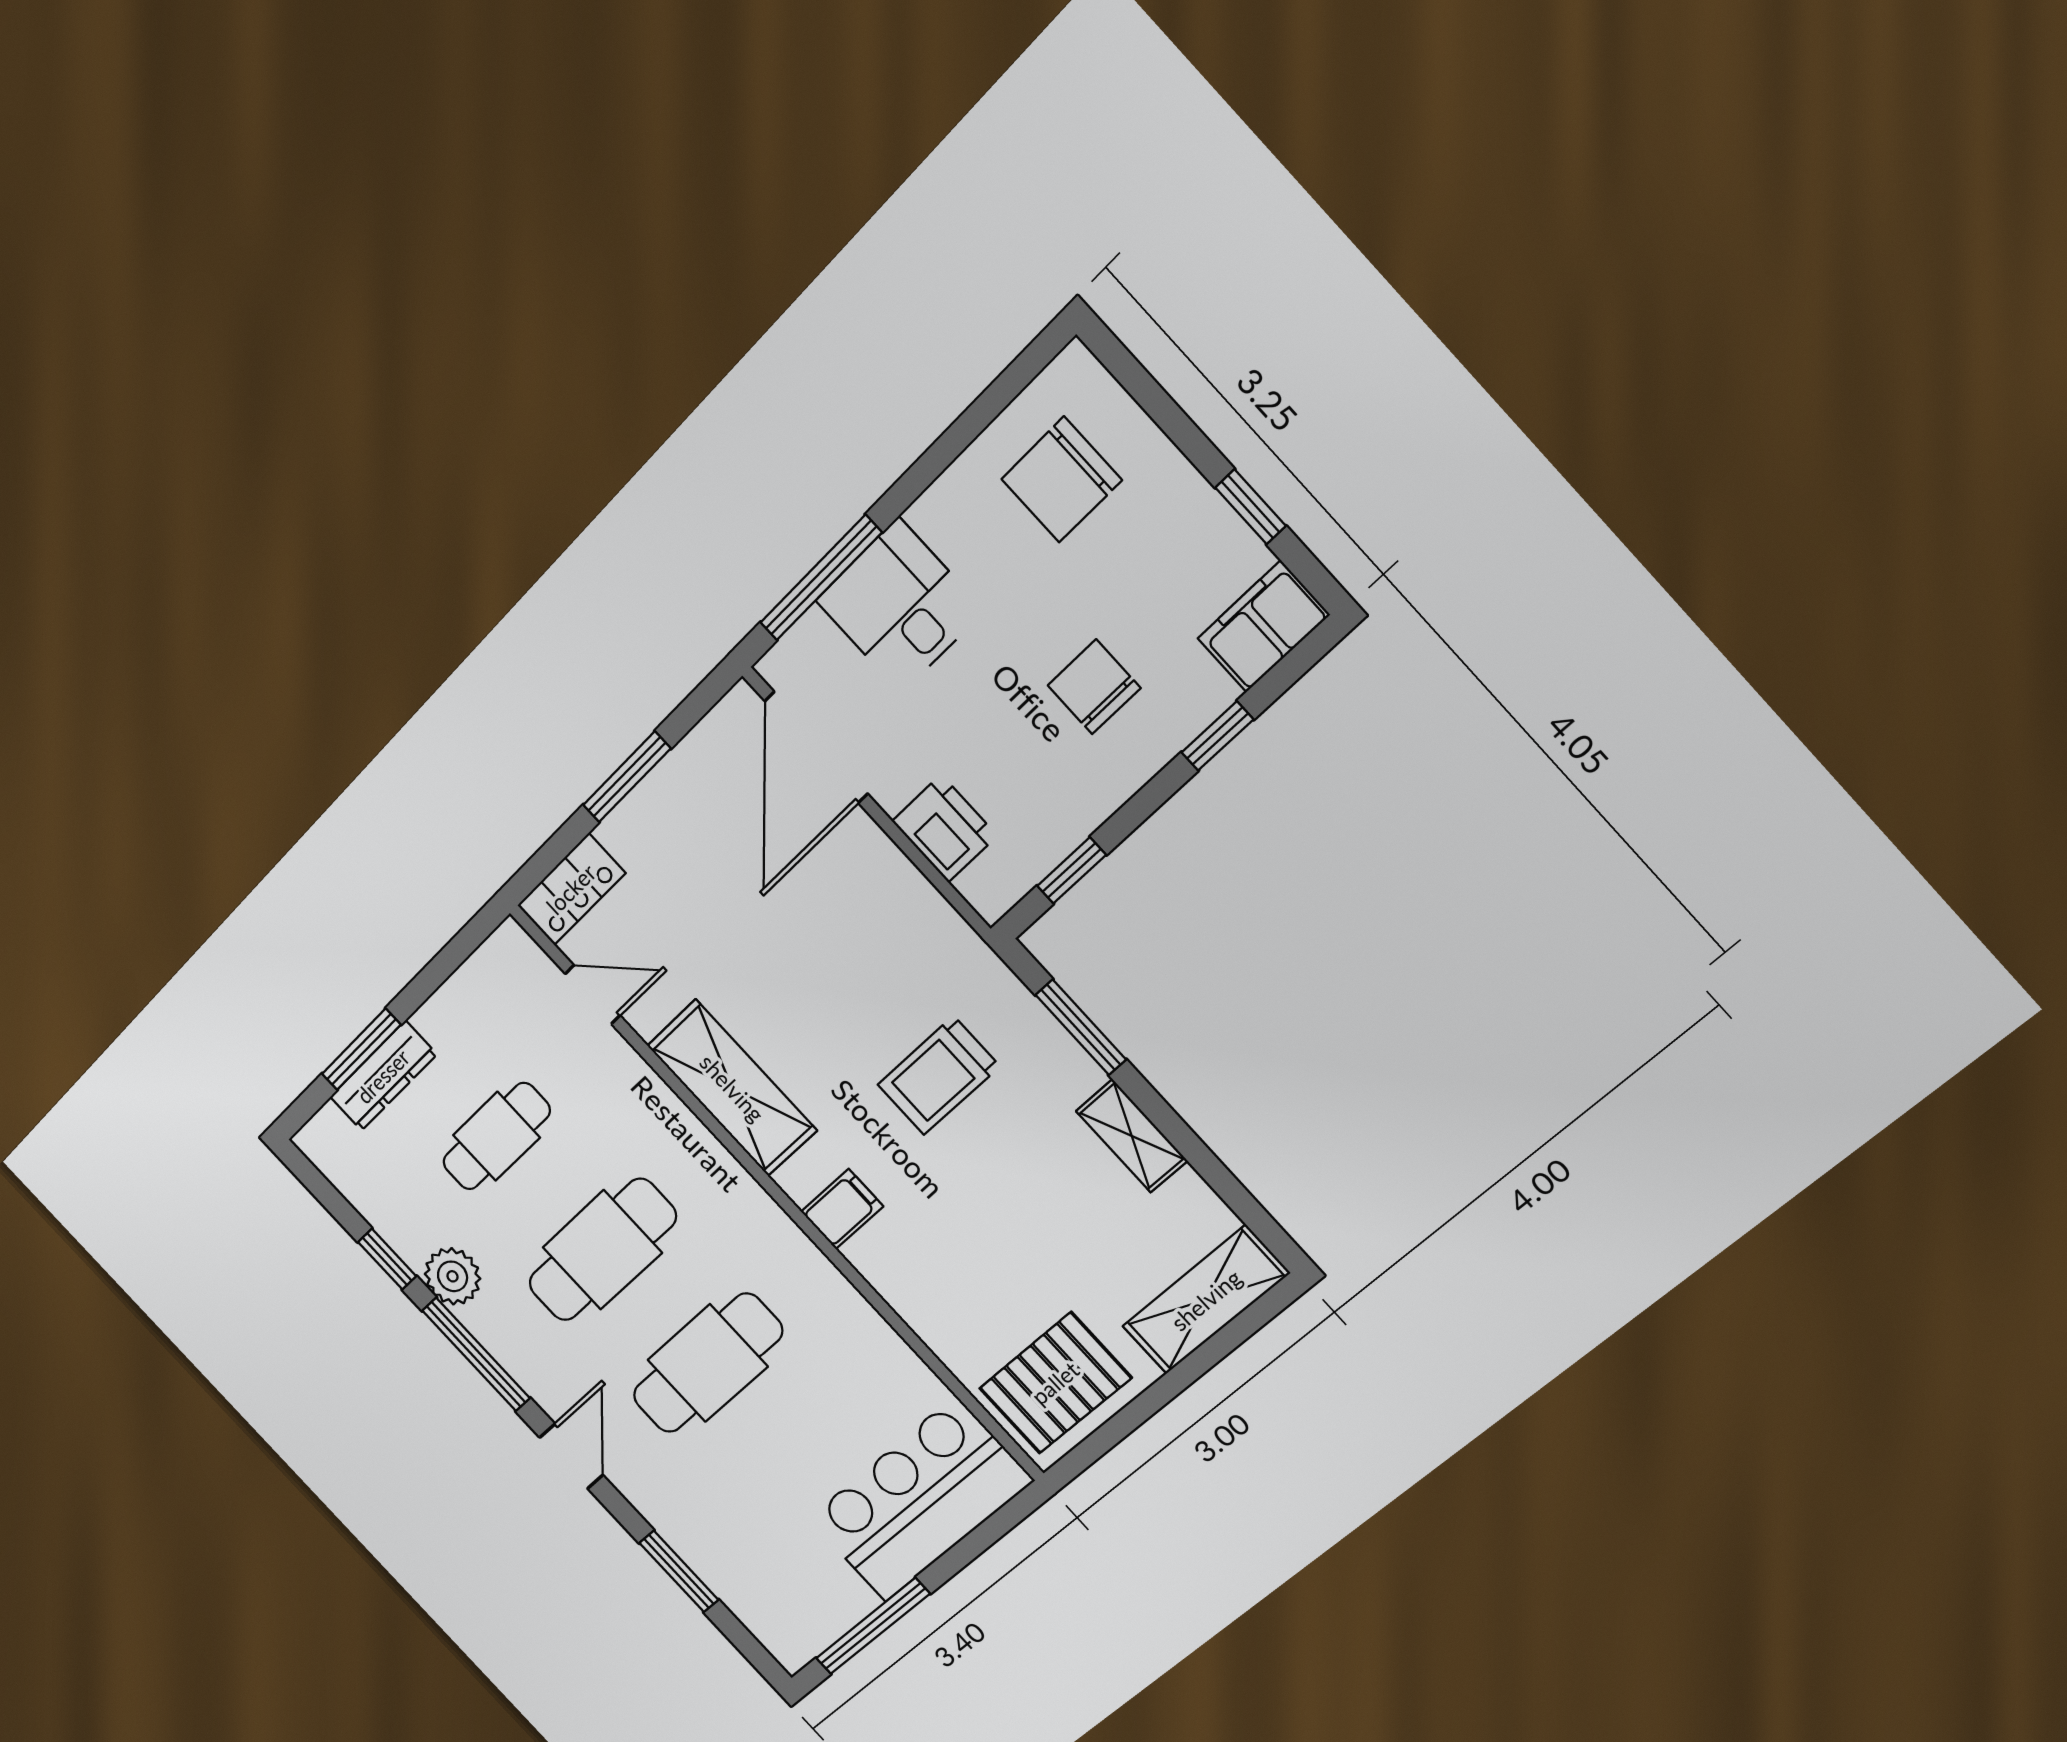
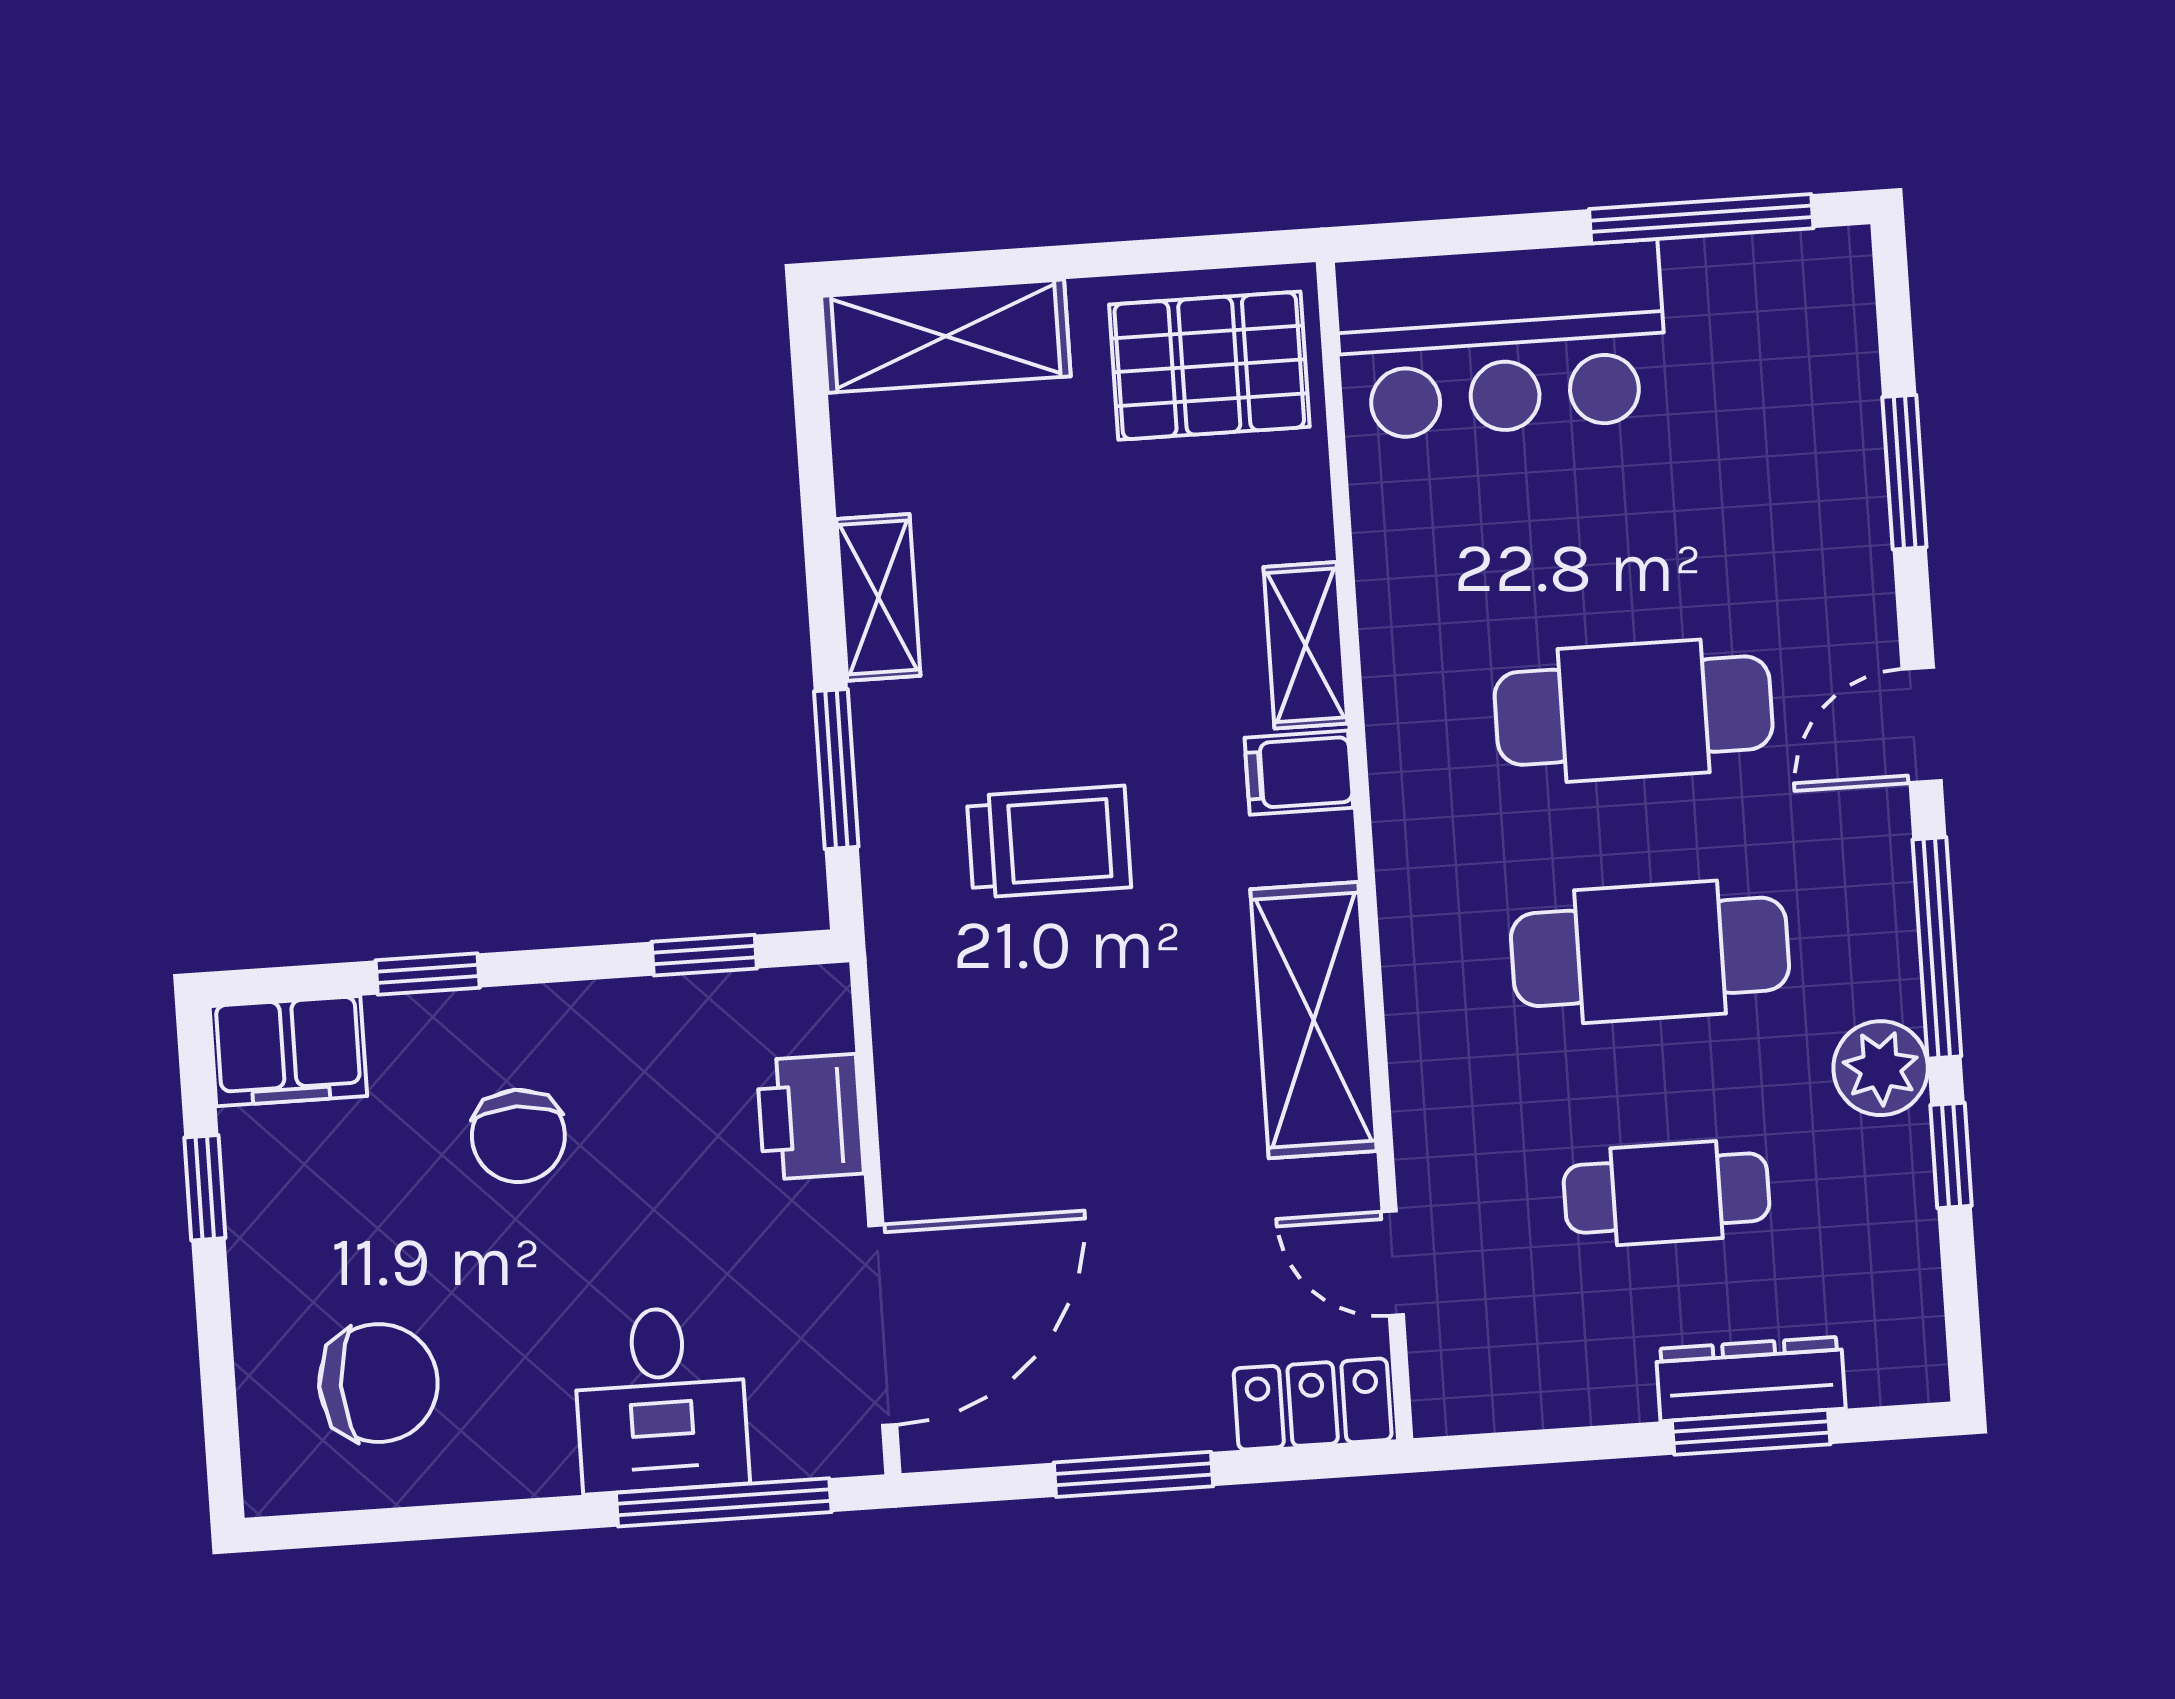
shelving: (892, 1276) -> (1305, 645), added

